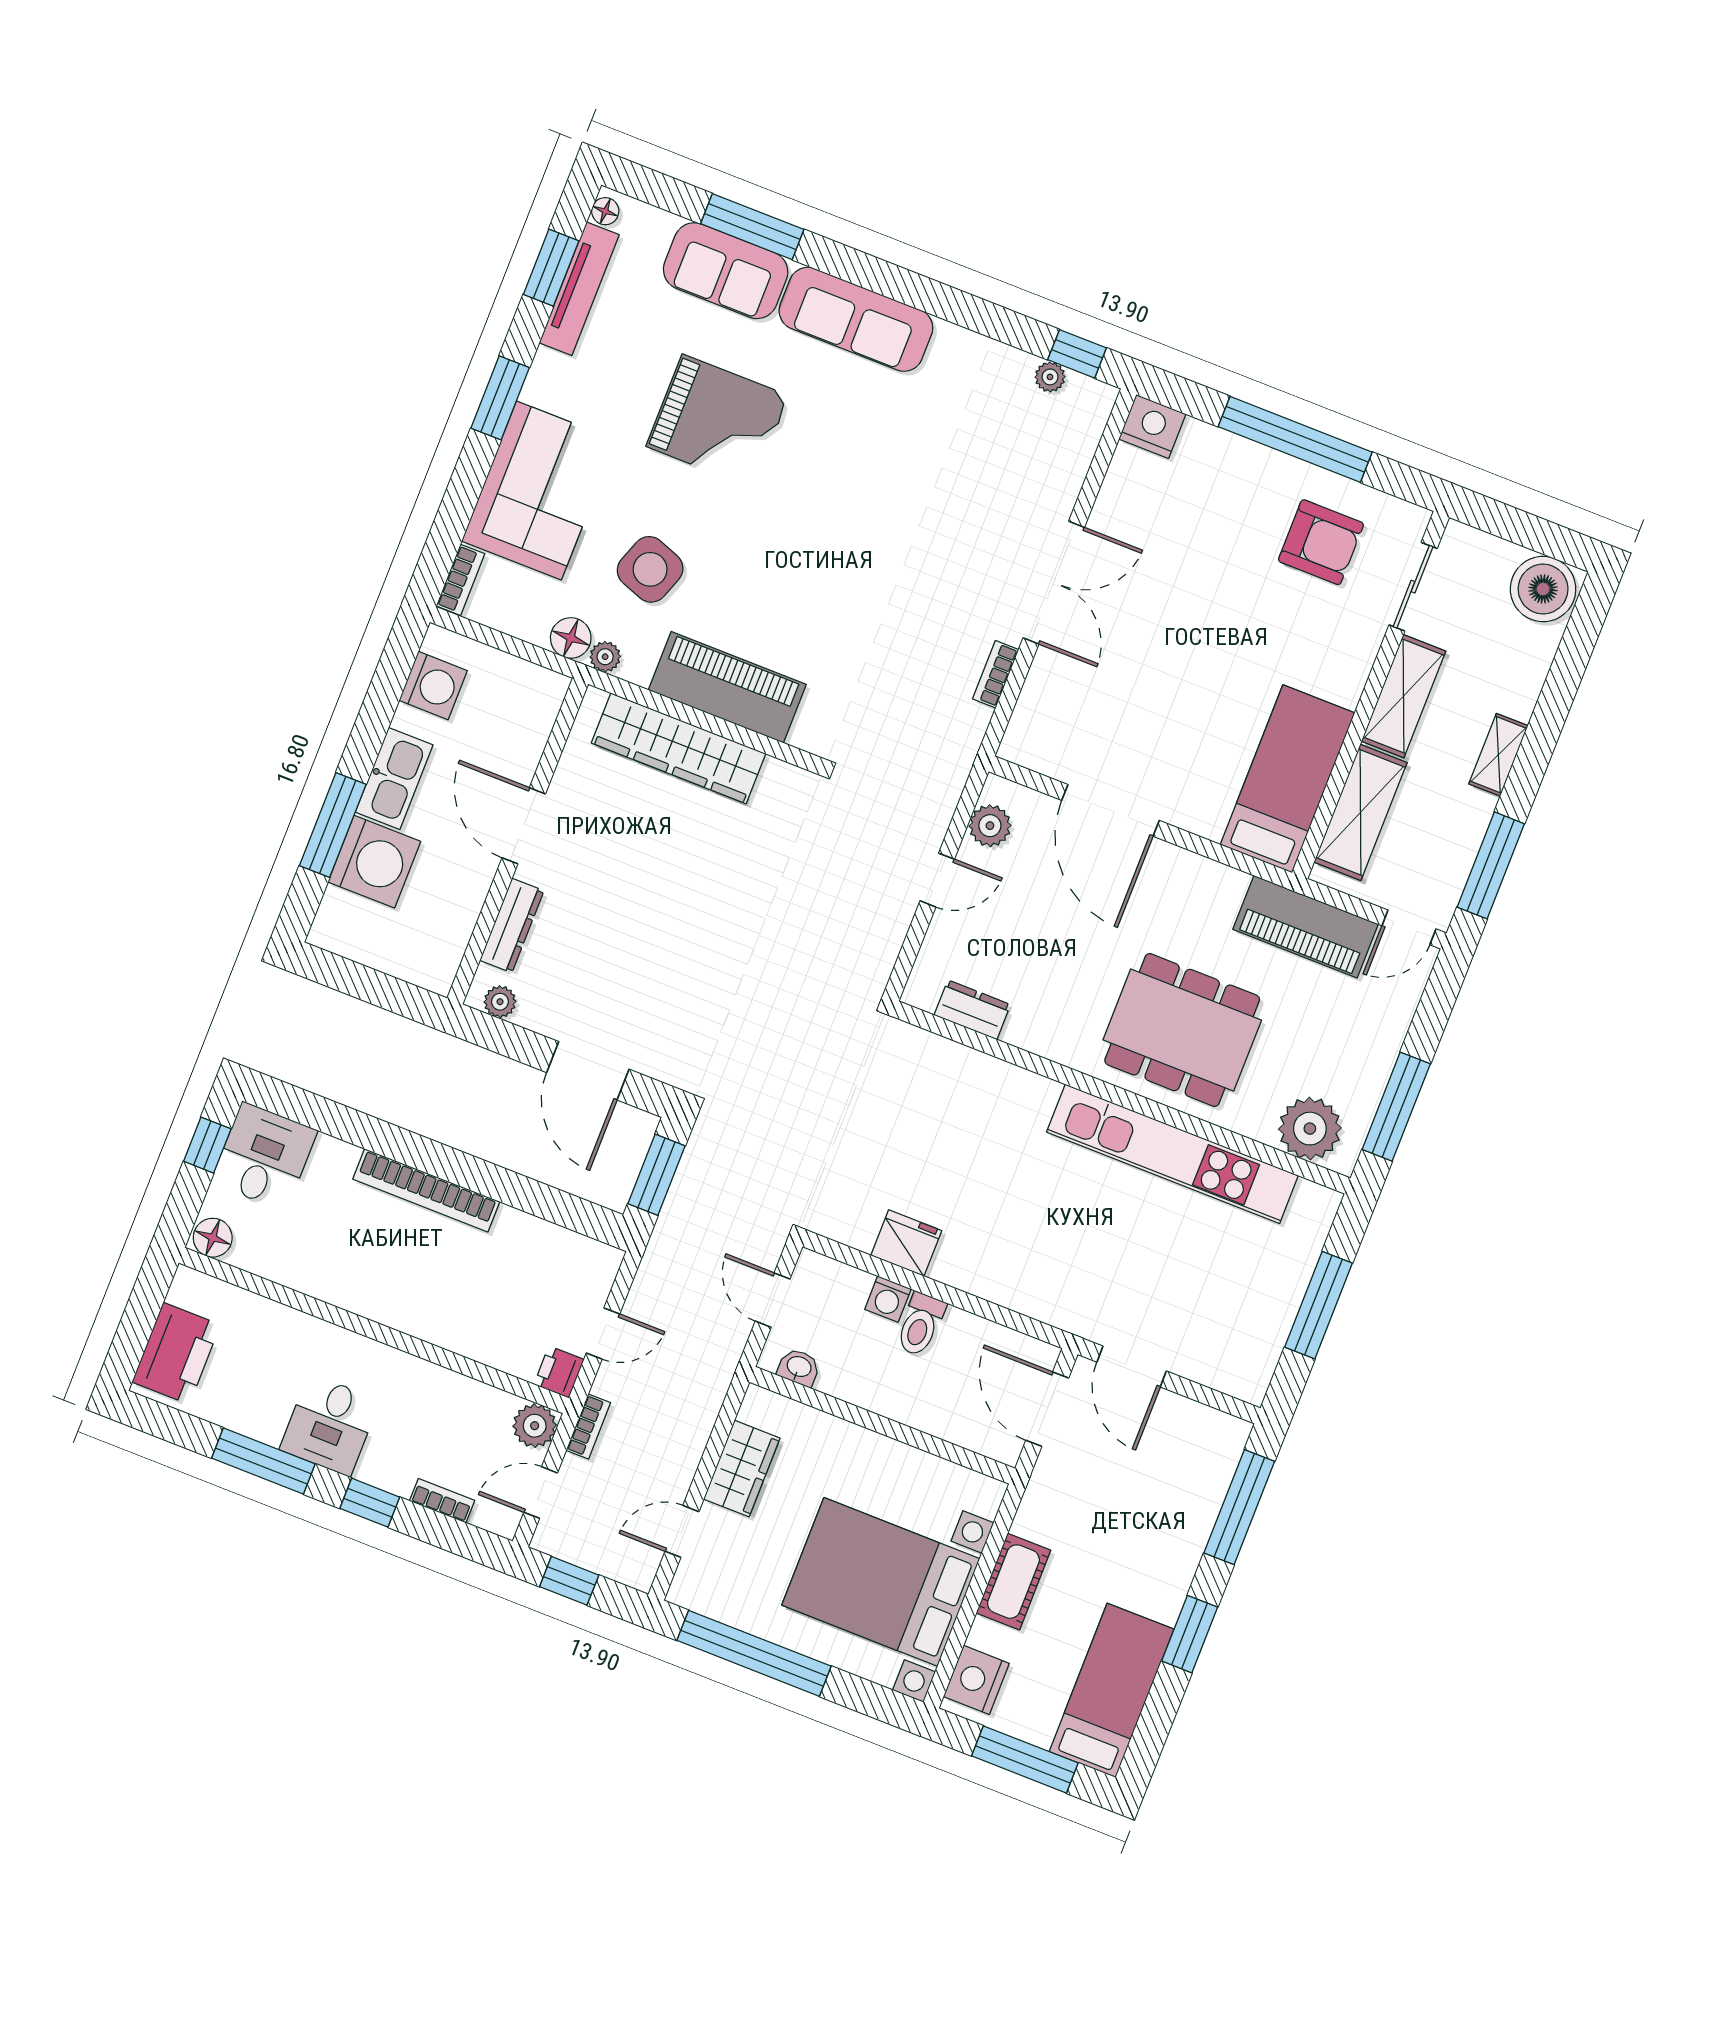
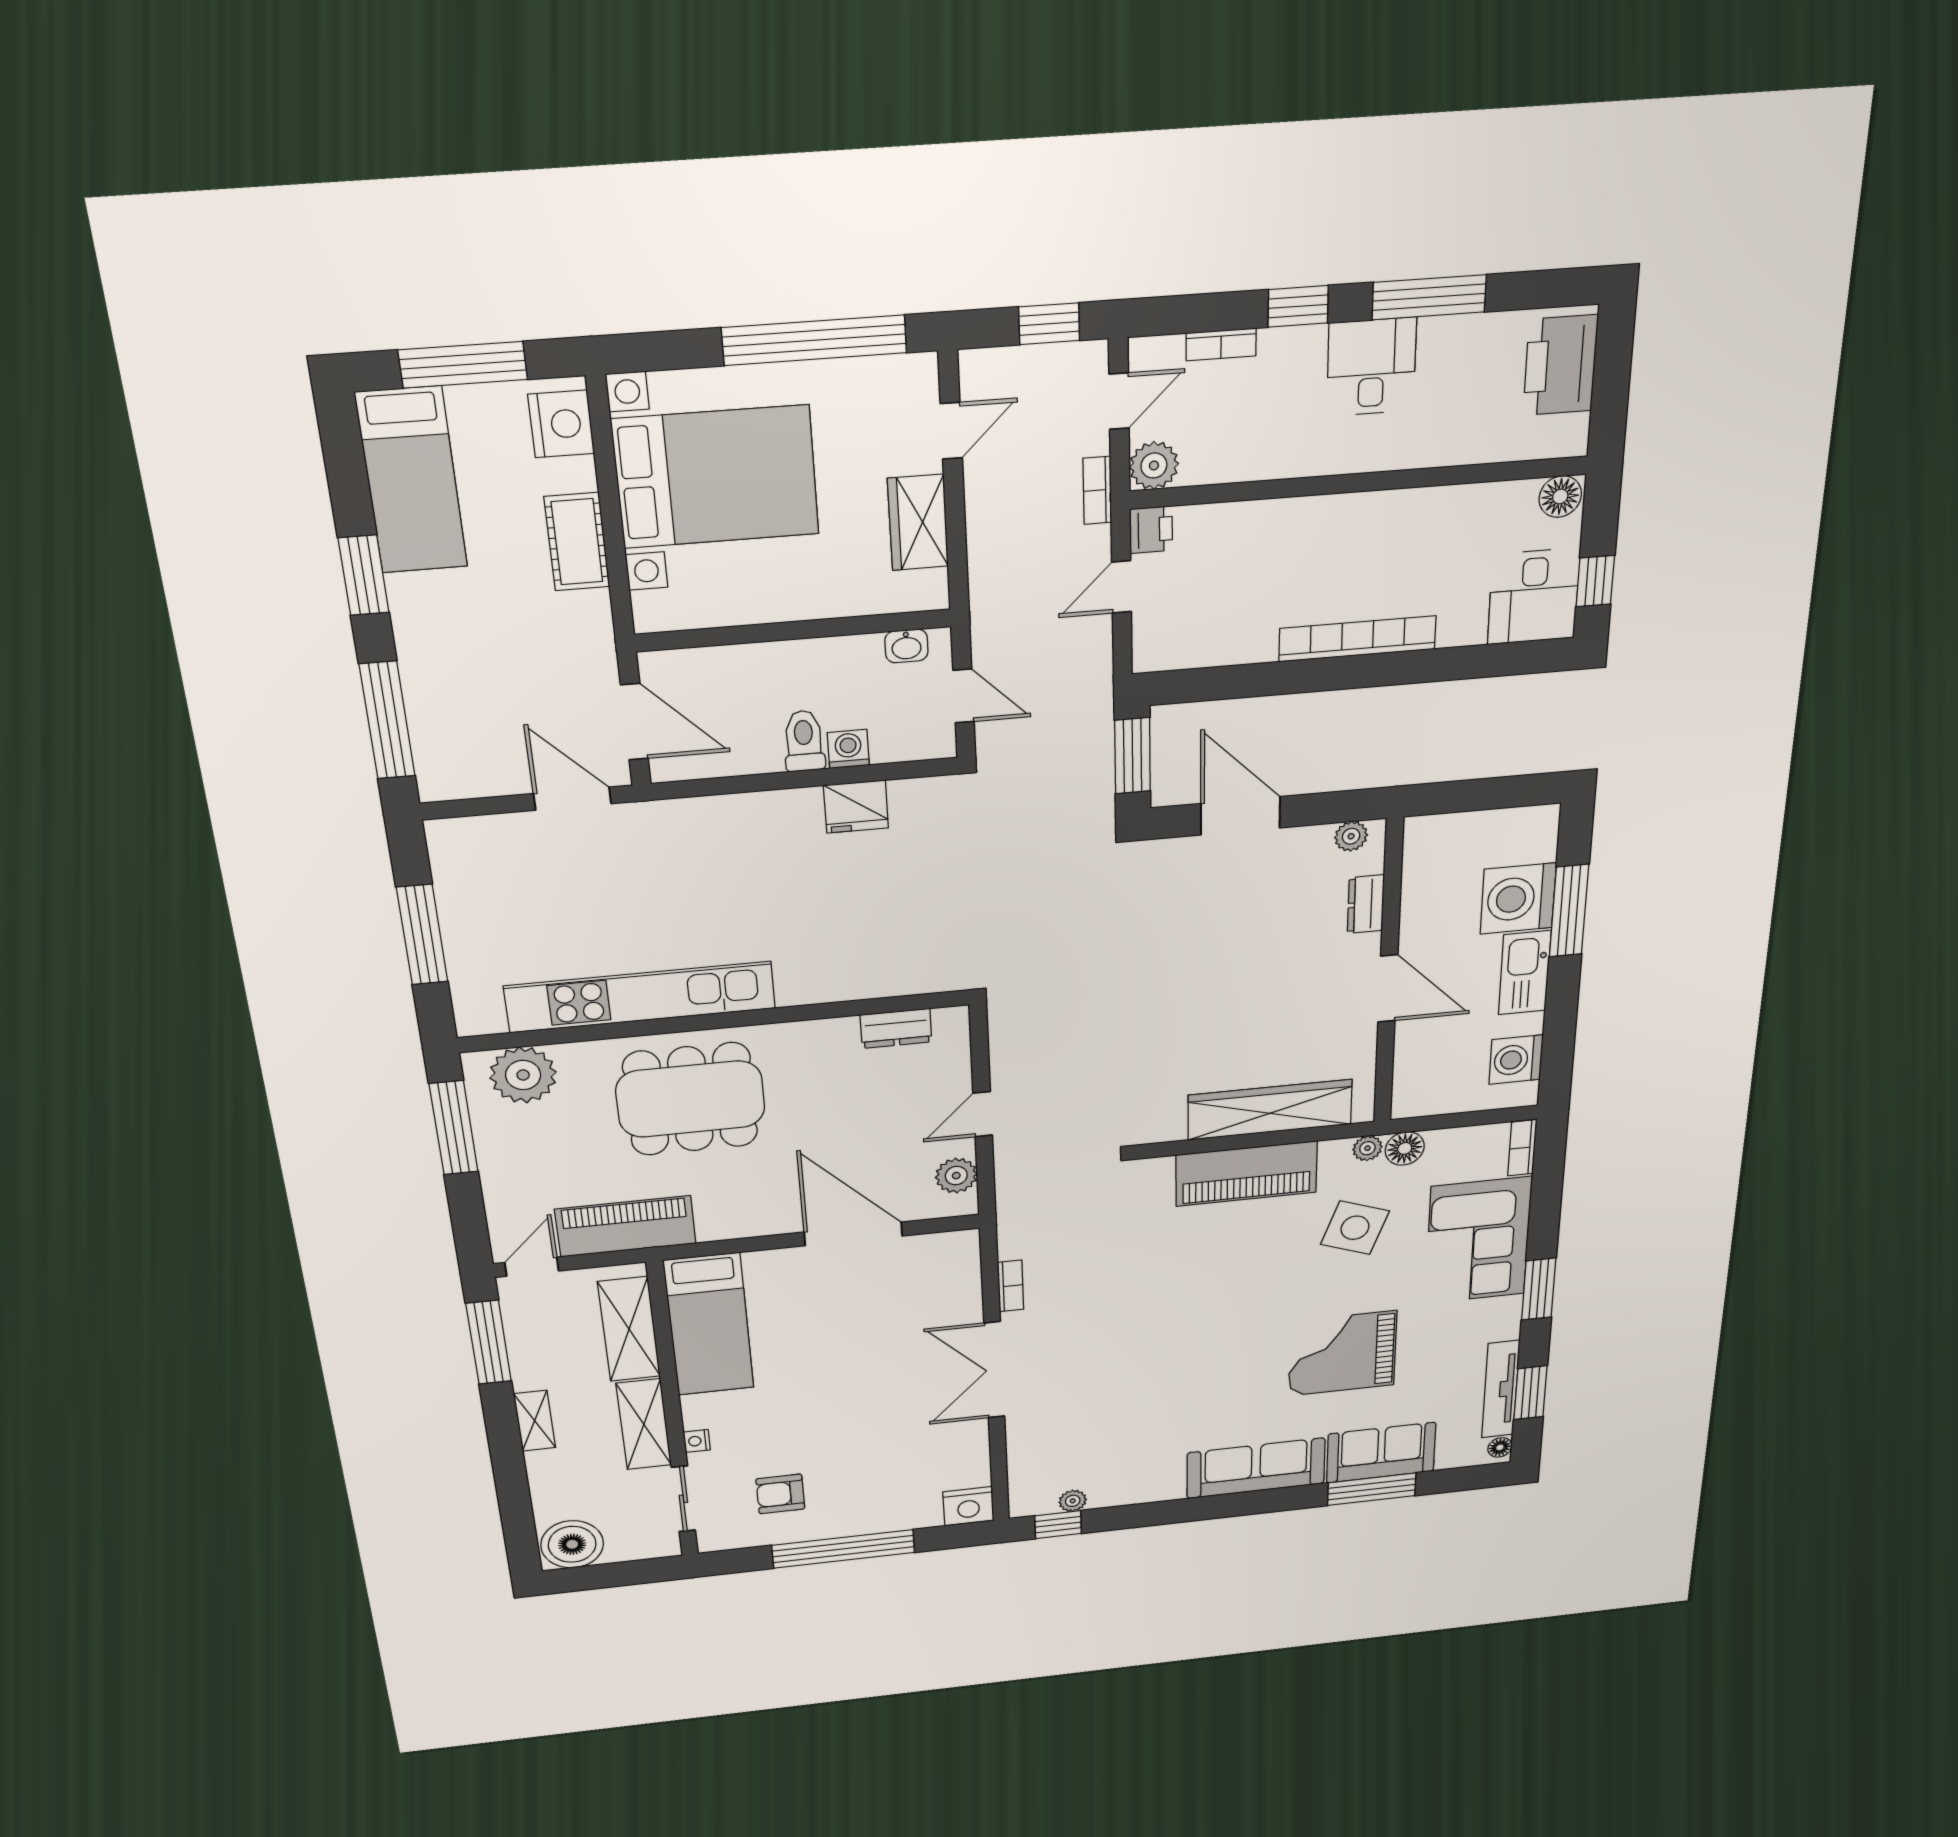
armchair: (1321, 542) -> (780, 1494), width x0.72, depth x0.72
nightstand: (1366, 650) -> (697, 1441), added
dresser: (512, 926) -> (1366, 904), width x0.70

